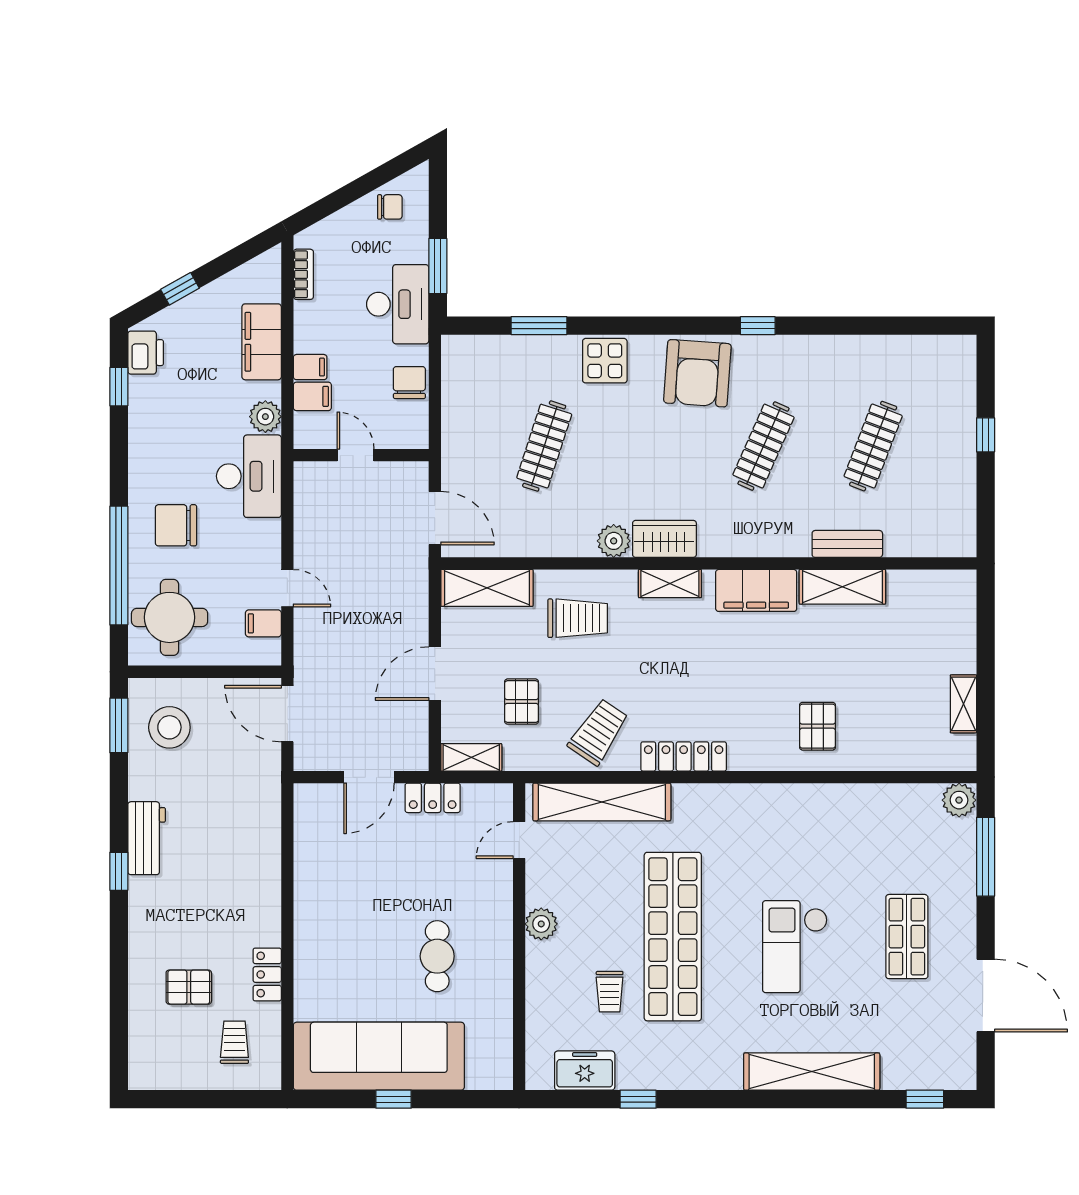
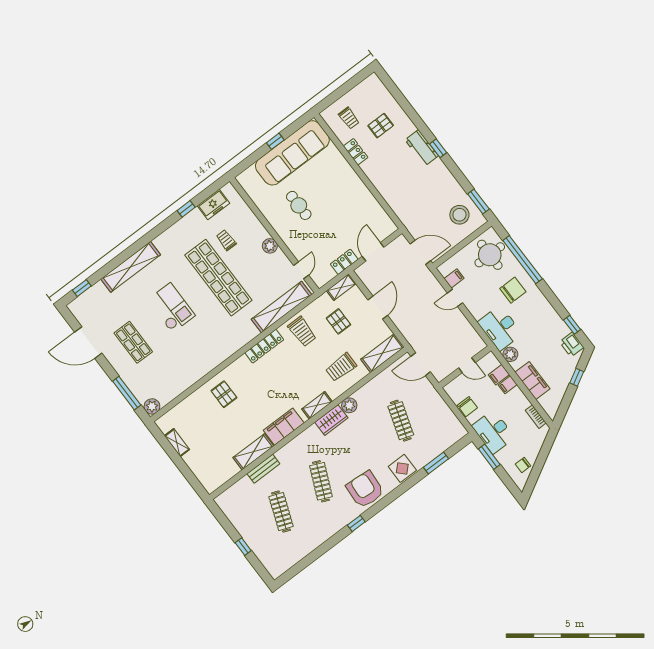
trolley: (598, 732) -> (302, 332), turned -34
workbench: (147, 838) -> (422, 148), moved

